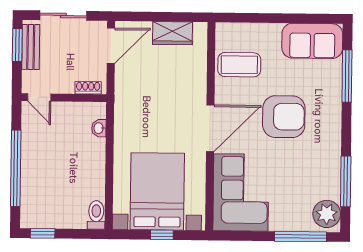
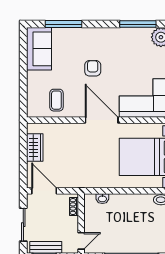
coffee table: (239, 65) -> (56, 100), width x0.73, depth x0.77
armchair: (284, 117) -> (93, 68), width x0.53, depth x0.53

